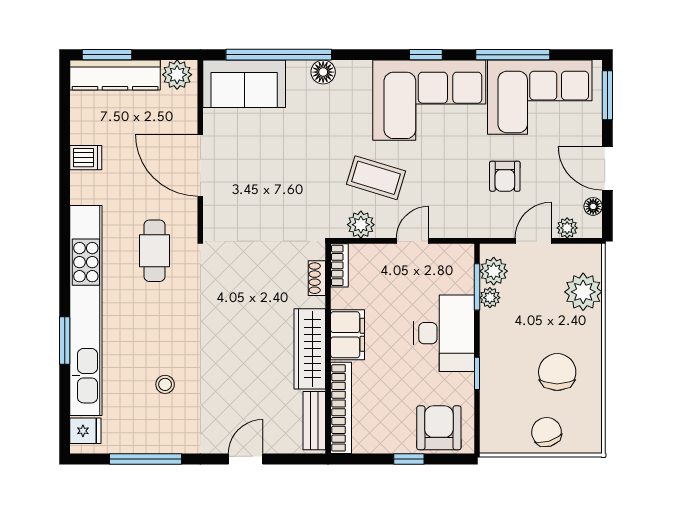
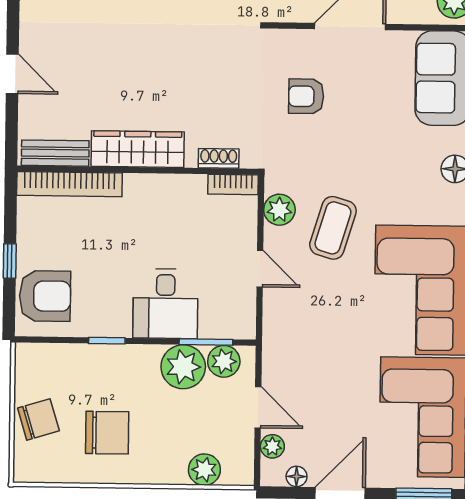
armchair: (505, 176) -> (306, 96), moved
plant: (583, 292) -> (204, 470), width x0.73, depth x0.73
plant: (490, 298) -> (183, 367), width x1.88, depth x1.88
desk: (444, 333) -> (165, 304), width x0.73
filing cabinet: (347, 335) -> (153, 193), removed

